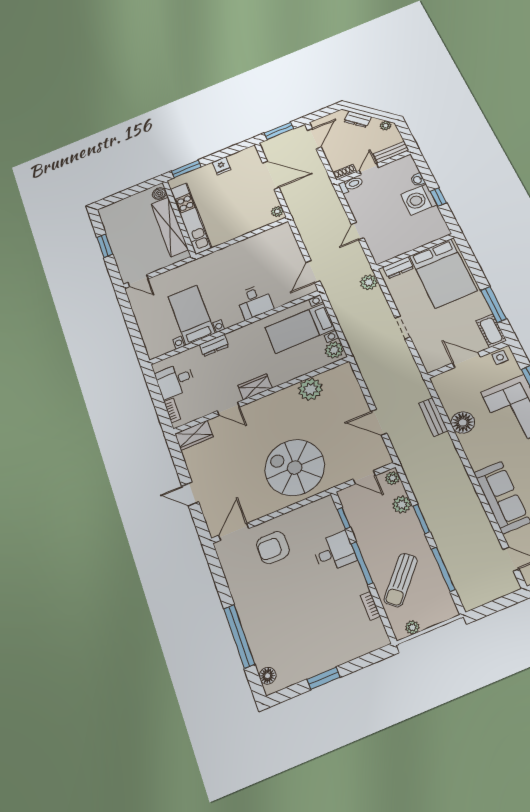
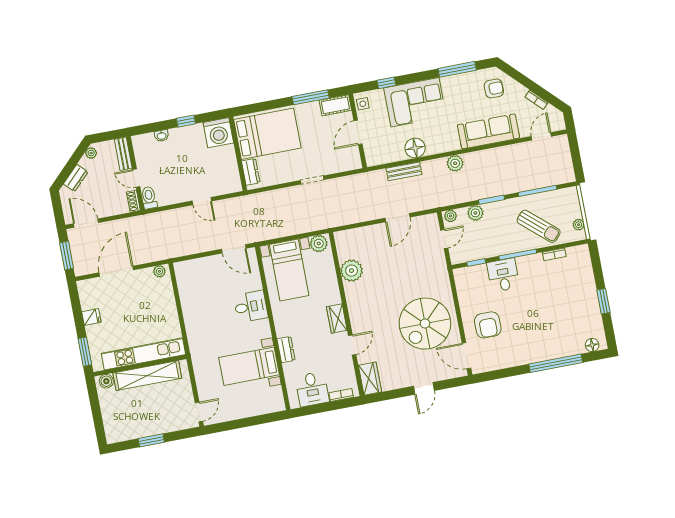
washing machine: (419, 200) -> (218, 133), moved
plant: (369, 282) -> (455, 163), moved
spiral stairs: (295, 467) -> (425, 324), moved

